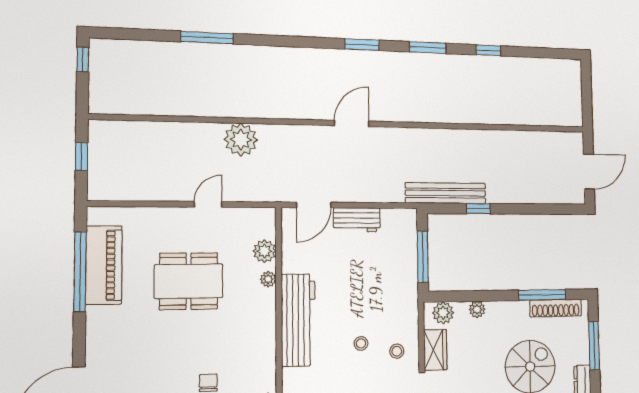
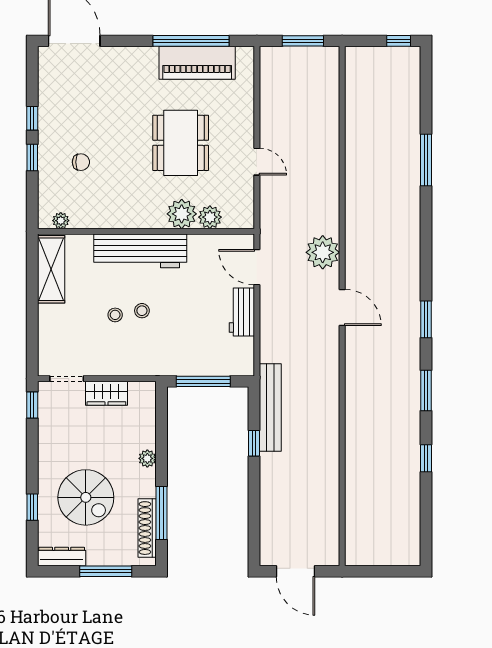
plant: (241, 140) -> (323, 252), moved
window: (82, 156) -> (303, 41), width x1.50
plant: (268, 279) -> (182, 214), width x1.88, depth x1.88
plant: (477, 309) -> (147, 458), moved
plant: (443, 313) -> (145, 402), removed
stool: (397, 351) -> (142, 311), moved

